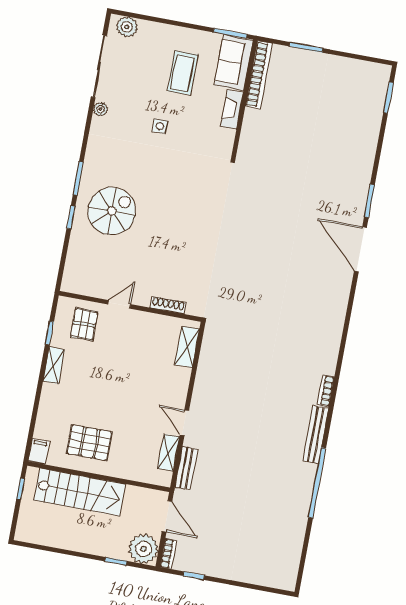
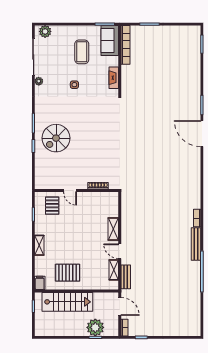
fireplace: (232, 109) -> (114, 78), moved
spiral stairs: (112, 211) -> (56, 138), turned 180
door: (119, 304) -> (70, 191), swing flipped
shelving: (187, 347) -> (113, 229), moved
shelving: (54, 365) -> (39, 245), moved
plant: (144, 549) -> (95, 327), moved

